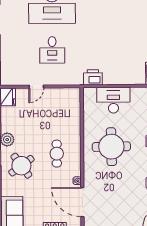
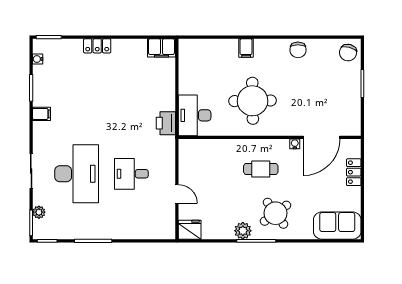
desk: (52, 50) -> (131, 174), turned 180
desk: (113, 100) -> (195, 115), moved

